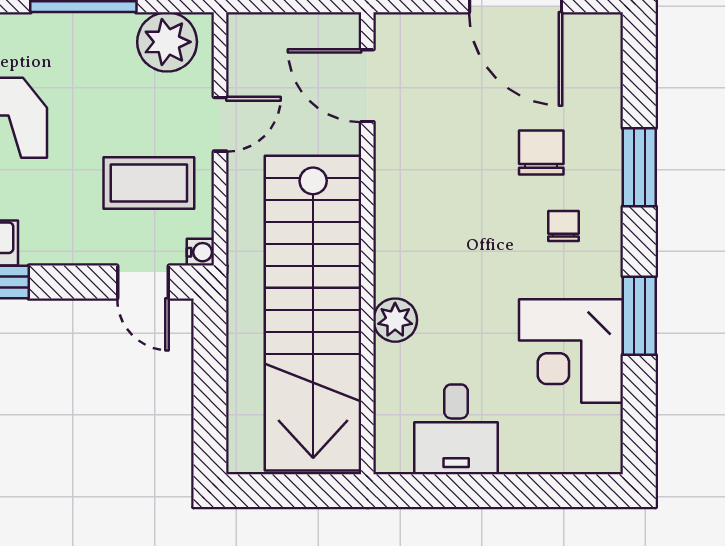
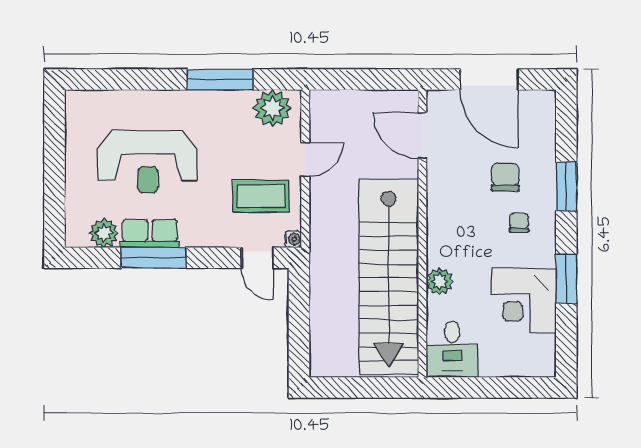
door: (367, 86) -> (422, 135), moved
wall: (367, 243) -> (422, 234), moved
stairs: (313, 313) -> (389, 277), moved
plant: (395, 320) -> (440, 281), moved

